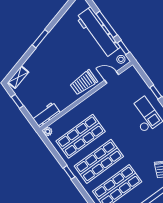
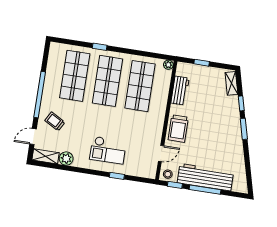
window: (25, 57) -> (241, 103), added
trolley: (84, 83) -> (178, 129), turned 180
window: (17, 101) -> (202, 63), moved
workbench: (46, 115) -> (180, 91), moved
window: (69, 172) -> (100, 47), moved

